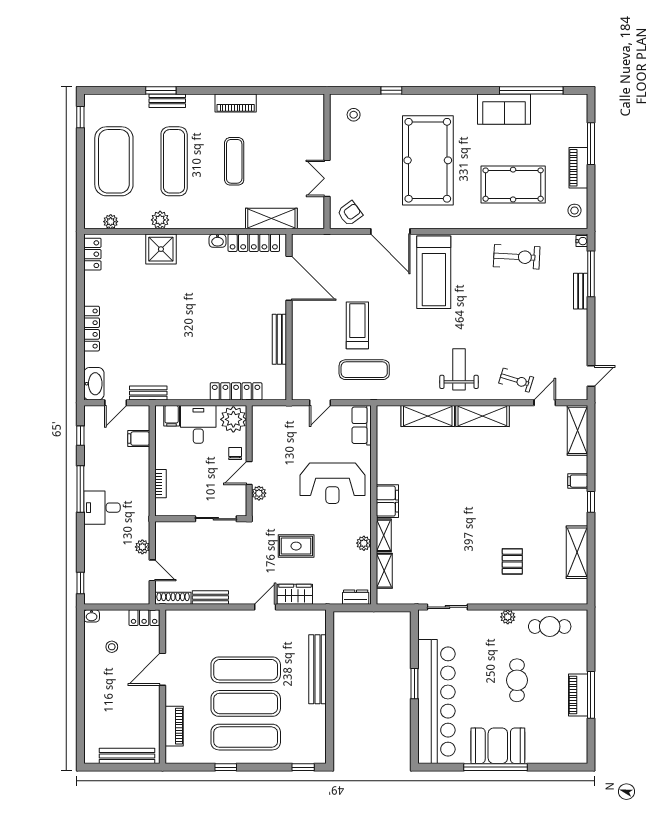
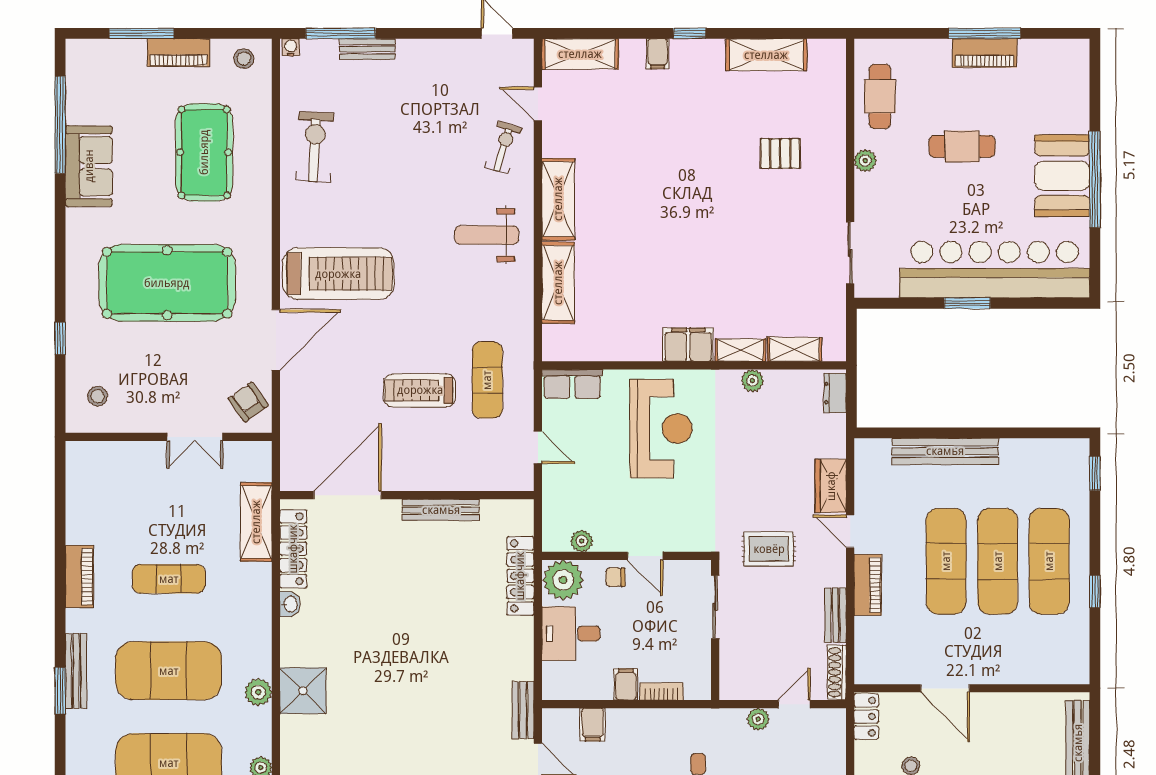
bench: (167, 101) -> (76, 671), width x1.36
exercise mat: (174, 161) -> (169, 671), width x1.47
filing cabinet: (172, 416) -> (626, 684), moved, turned -90
plant: (259, 493) -> (582, 541), moved
rug: (296, 546) -> (769, 549), moved, turned 90
piano: (174, 726) -> (868, 585), moved, turned 90

